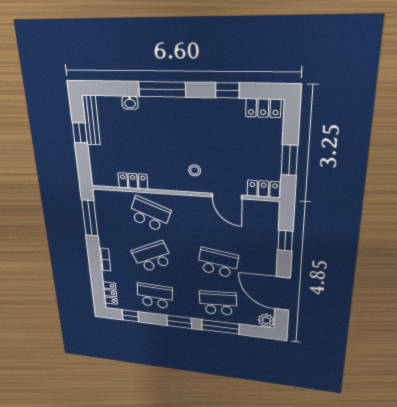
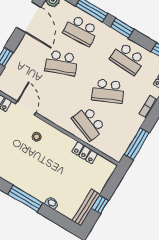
school desk: (218, 263) -> (61, 63), turned -30

